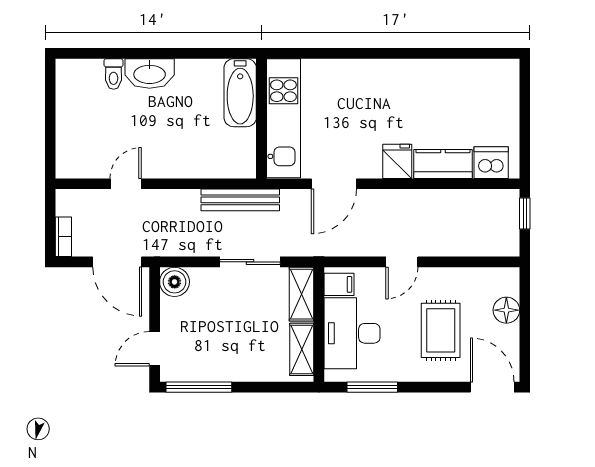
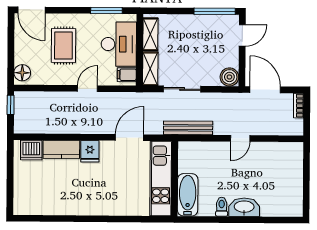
toilet: (114, 74) -> (222, 207), moved
door: (126, 184) -> (240, 138), moved
window: (525, 213) -> (11, 105), moved
floor lamp: (506, 310) -> (22, 73), moved

